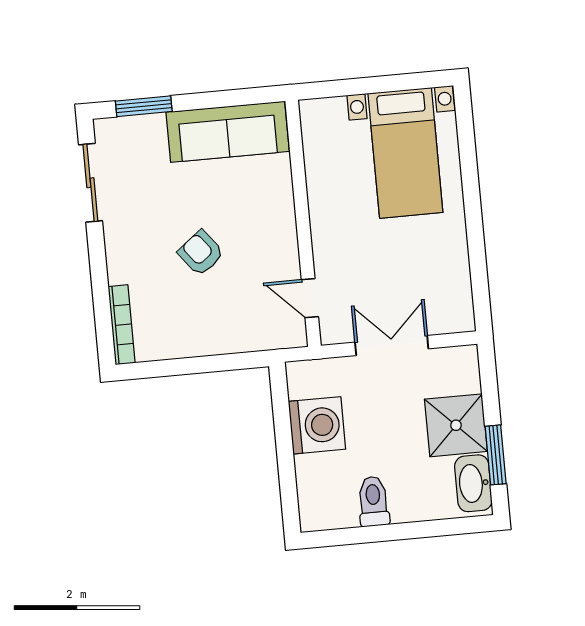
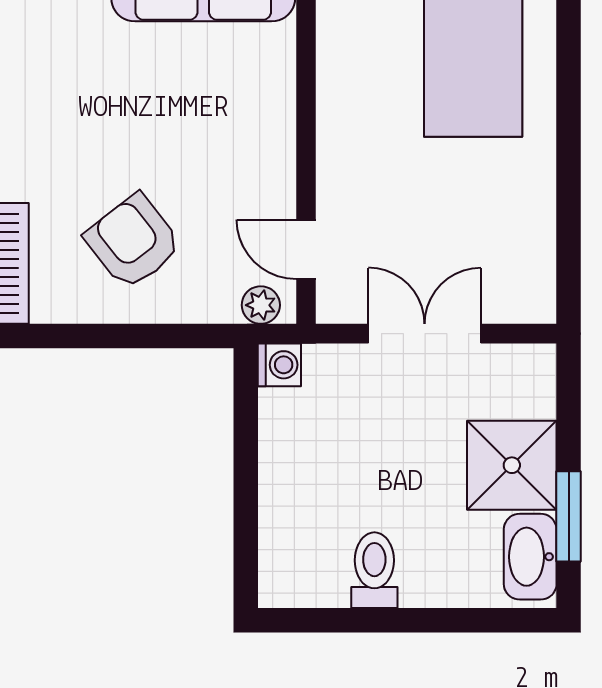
armchair: (201, 253) -> (133, 242), moved, width x1.38, depth x1.38
plant: (284, 337) -> (261, 305), added
washing machine: (317, 425) -> (279, 365), moved, width x0.53, depth x0.53

